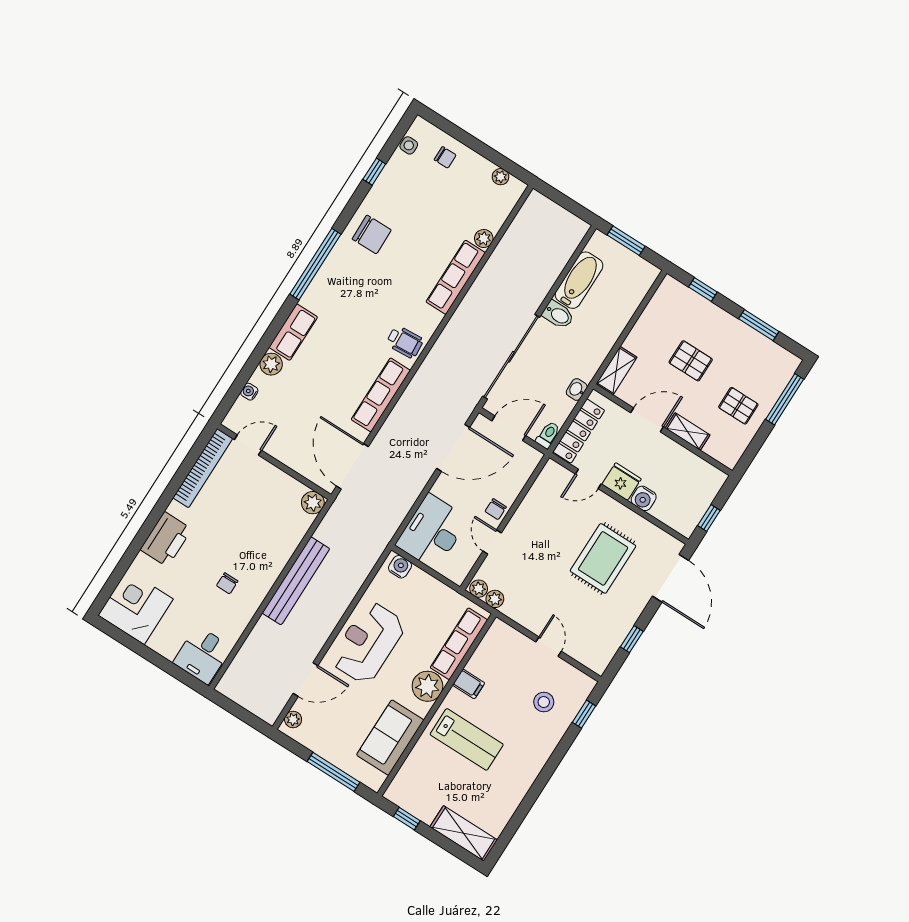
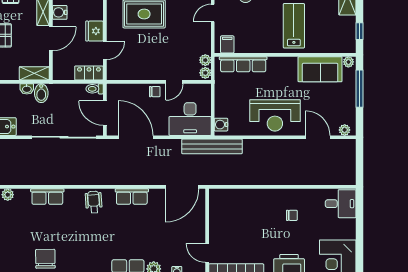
row of seats: (456, 277) -> (47, 197), width x0.68
bidet: (558, 315) -> (41, 93), moved, turned 180
washbasin: (577, 390) -> (27, 89), moved
row of seats: (381, 395) -> (132, 197), width x0.68
door: (647, 420) -> (51, 39), swing flipped
locker: (579, 431) -> (89, 73), width x0.66
door: (588, 479) -> (105, 51), hinge flipped
water cooler: (644, 498) -> (60, 12), moved, turned 180
plant: (313, 503) -> (216, 196), removed
bench: (296, 581) -> (212, 146), moved
filing cabinet: (469, 684) -> (227, 44), moved
plant: (427, 686) -> (348, 62), moved, width x0.53, depth x0.53

